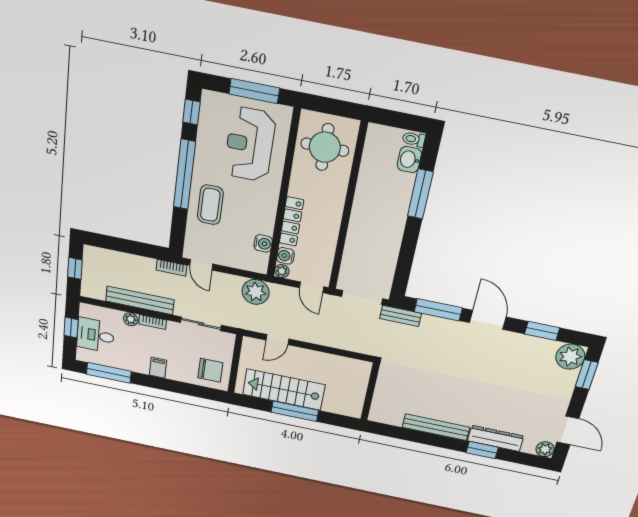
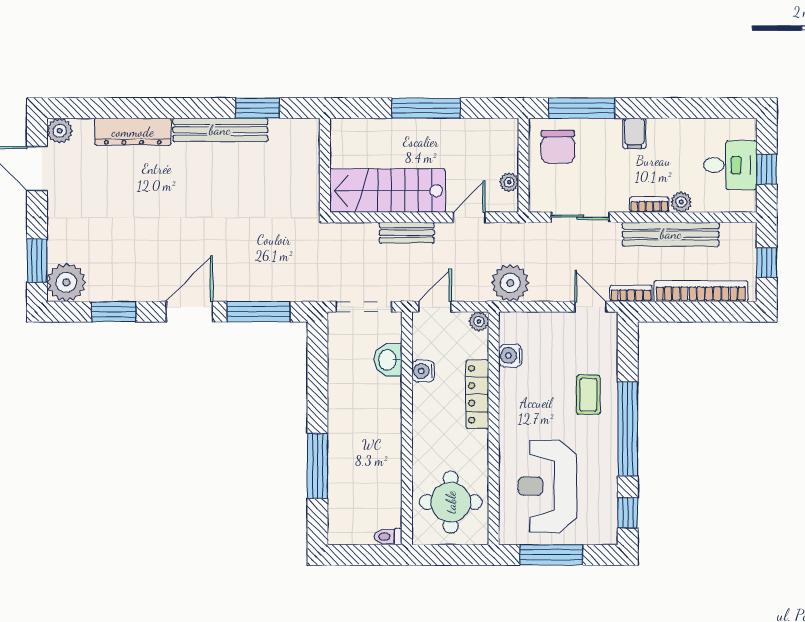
toilet: (414, 139) -> (388, 537), moved, turned 180
reception desk: (250, 144) -> (547, 486), turned 180
washbasin: (409, 159) -> (388, 360), moved, turned 180
coffee table: (210, 205) -> (588, 395), width x0.73, depth x0.77
water cooler: (285, 256) -> (423, 371), moved, turned 180
bookcase: (122, 259) -> (701, 291), added
door: (312, 287) -> (435, 307), hinge flipped
bench: (401, 316) -> (407, 233), moved
door: (488, 320) -> (189, 312), swing flipped
plant: (246, 356) -> (509, 182), added
chair: (210, 370) -> (558, 147), turned -90
window: (109, 373) -> (582, 108), moved
stairs: (284, 390) -> (388, 191), moved, turned 180
window: (482, 450) -> (257, 108), moved

